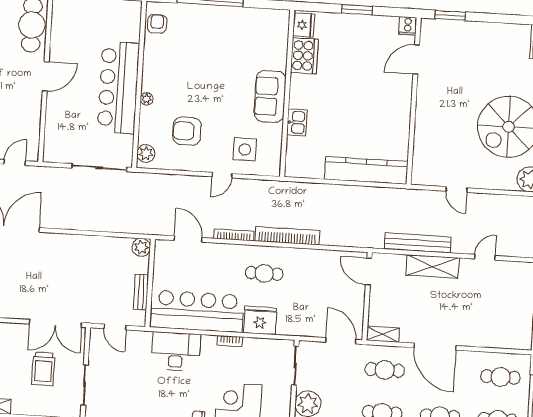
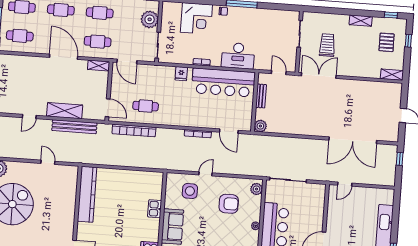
kitchen counter: (366, 170) -> (87, 194), moved, turned -90
bookcase: (287, 236) -> (134, 130), moved
cafe table: (264, 273) -> (146, 106), moved
fridge: (260, 320) -> (181, 74), width x0.53, depth x0.75

